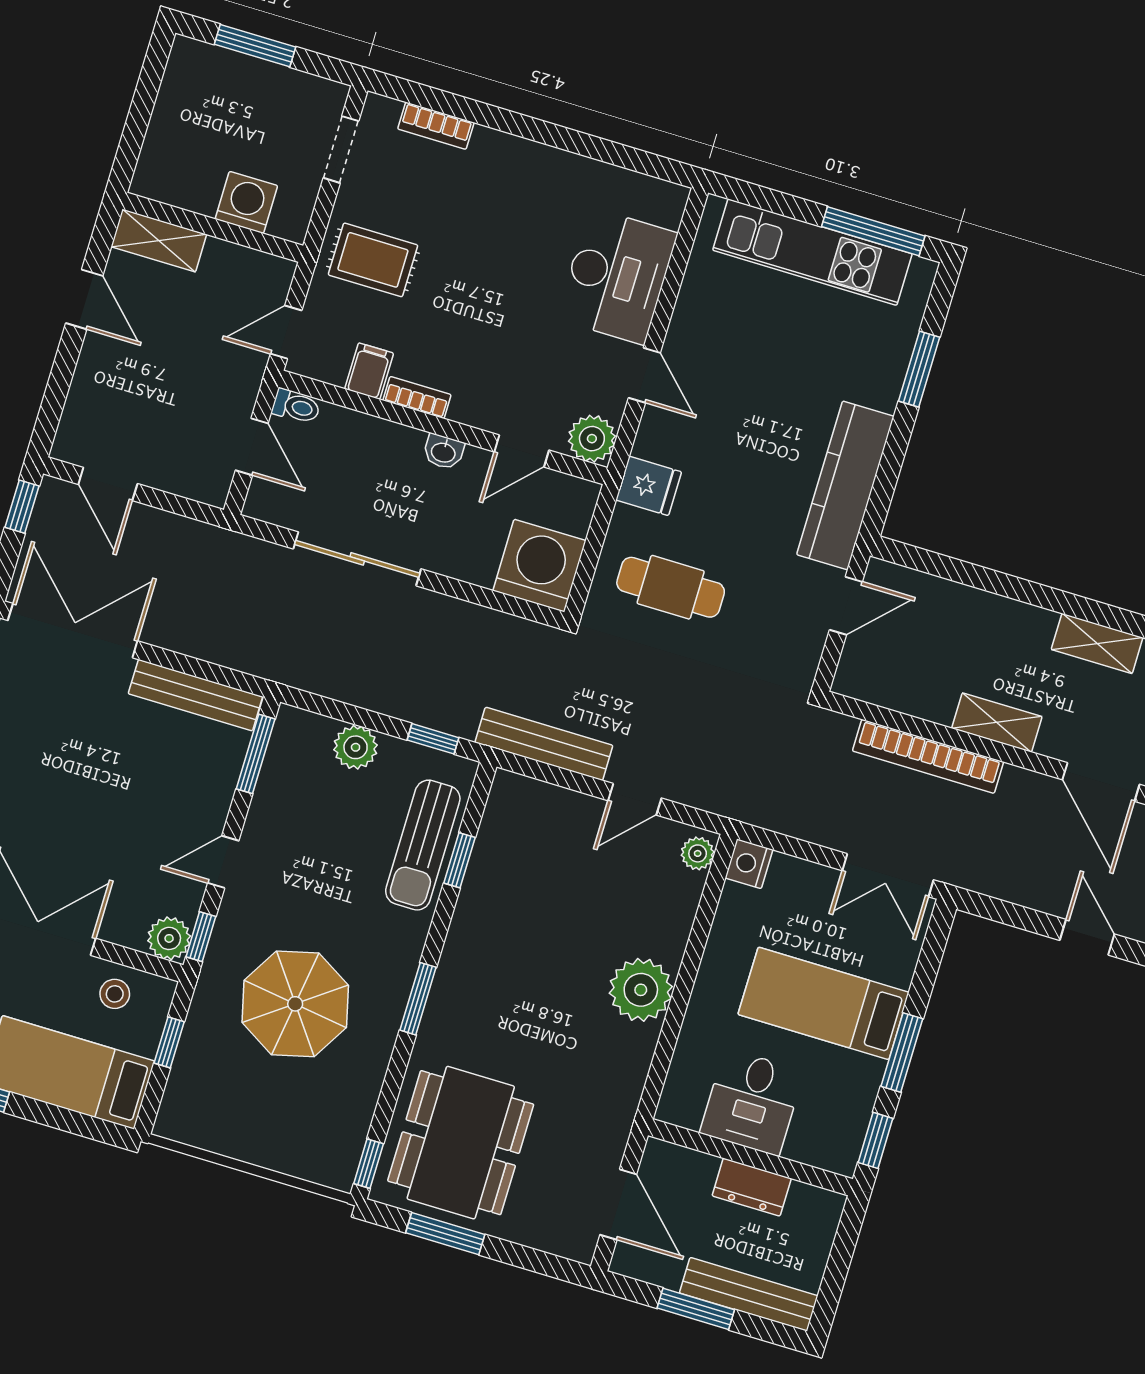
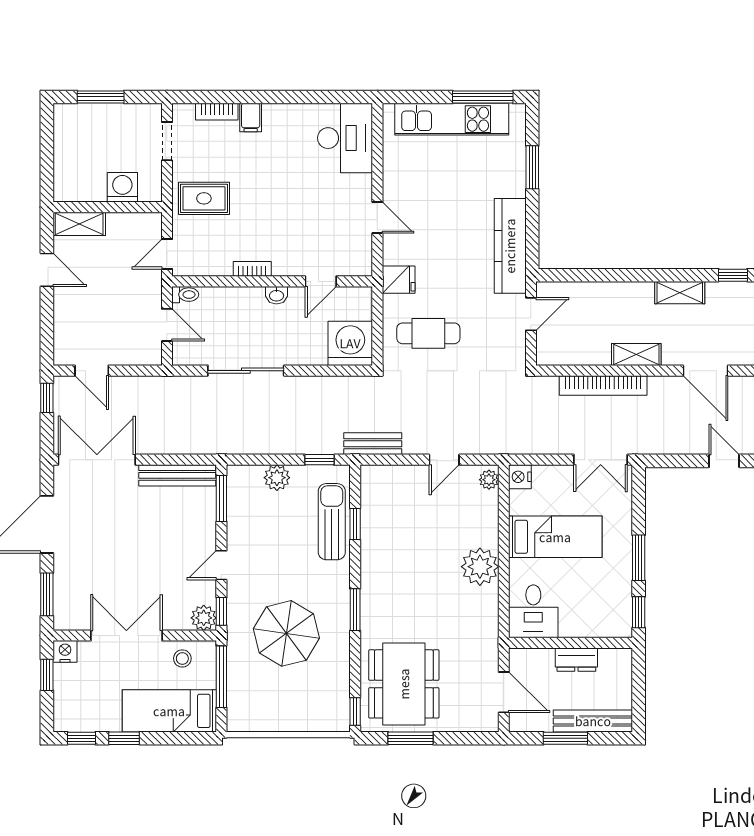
desk: (617, 276) -> (345, 138), moved
filing cabinet: (369, 371) -> (251, 118), moved, turned 180
plant: (592, 439) -> (358, 262), removed
bench: (544, 744) -> (373, 444), width x0.73
sun lounger: (423, 845) -> (332, 522), turned 180
bed: (824, 1003) -> (555, 537), moved, turned 180
window: (169, 1042) -> (221, 677), width x2.17
desk: (752, 1102) -> (533, 611), moved

